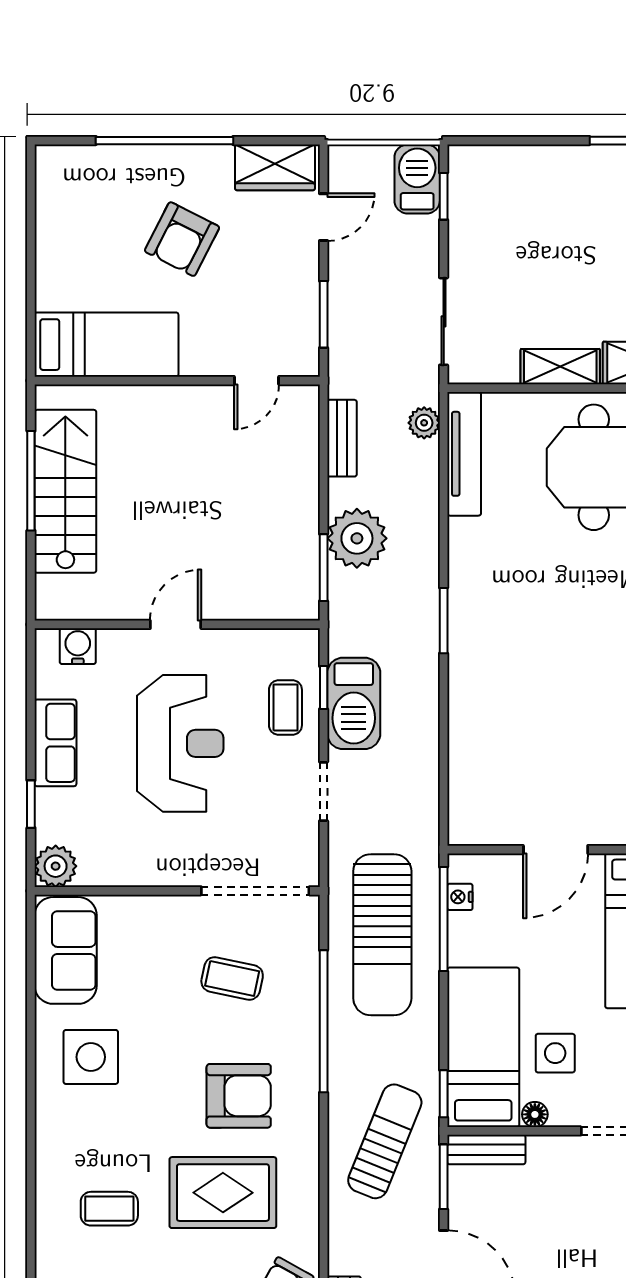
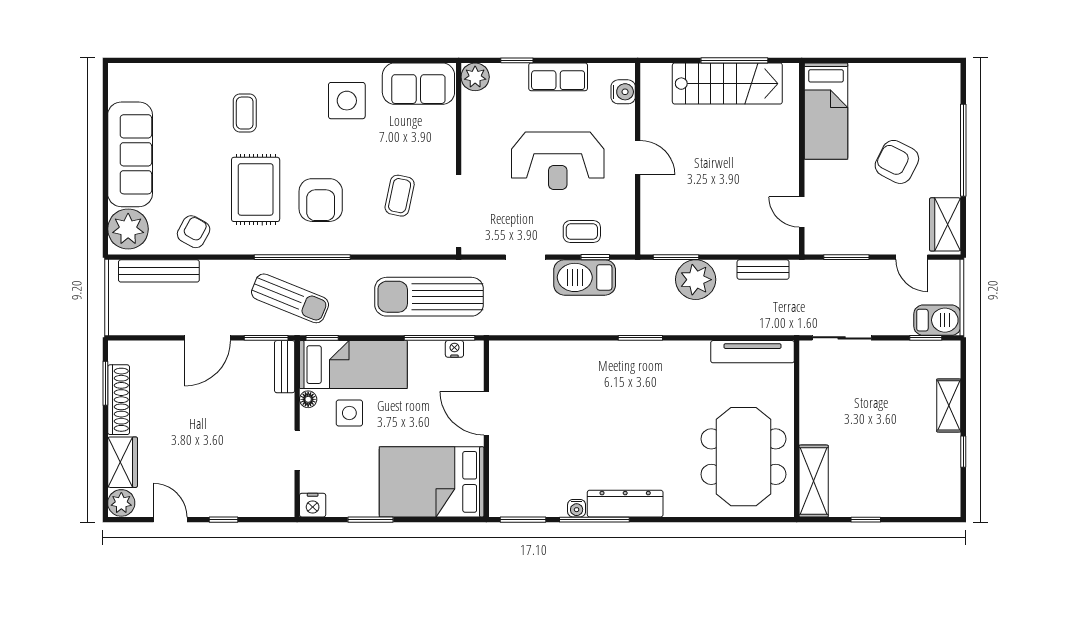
shelving: (560, 367) -> (949, 405), moved
plant: (424, 423) -> (773, 325), removed
window: (324, 1021) -> (302, 257), moved

